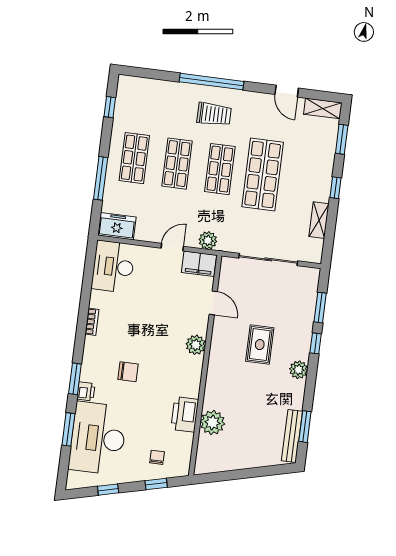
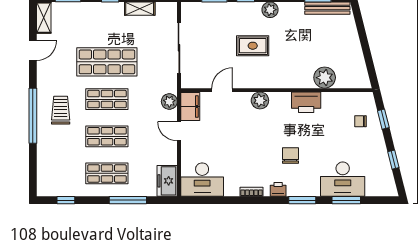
printer: (86, 391) -> (278, 189), moved
printer: (185, 414) -> (306, 102), moved
desk: (98, 438) -> (343, 179), width x0.73, depth x0.77

